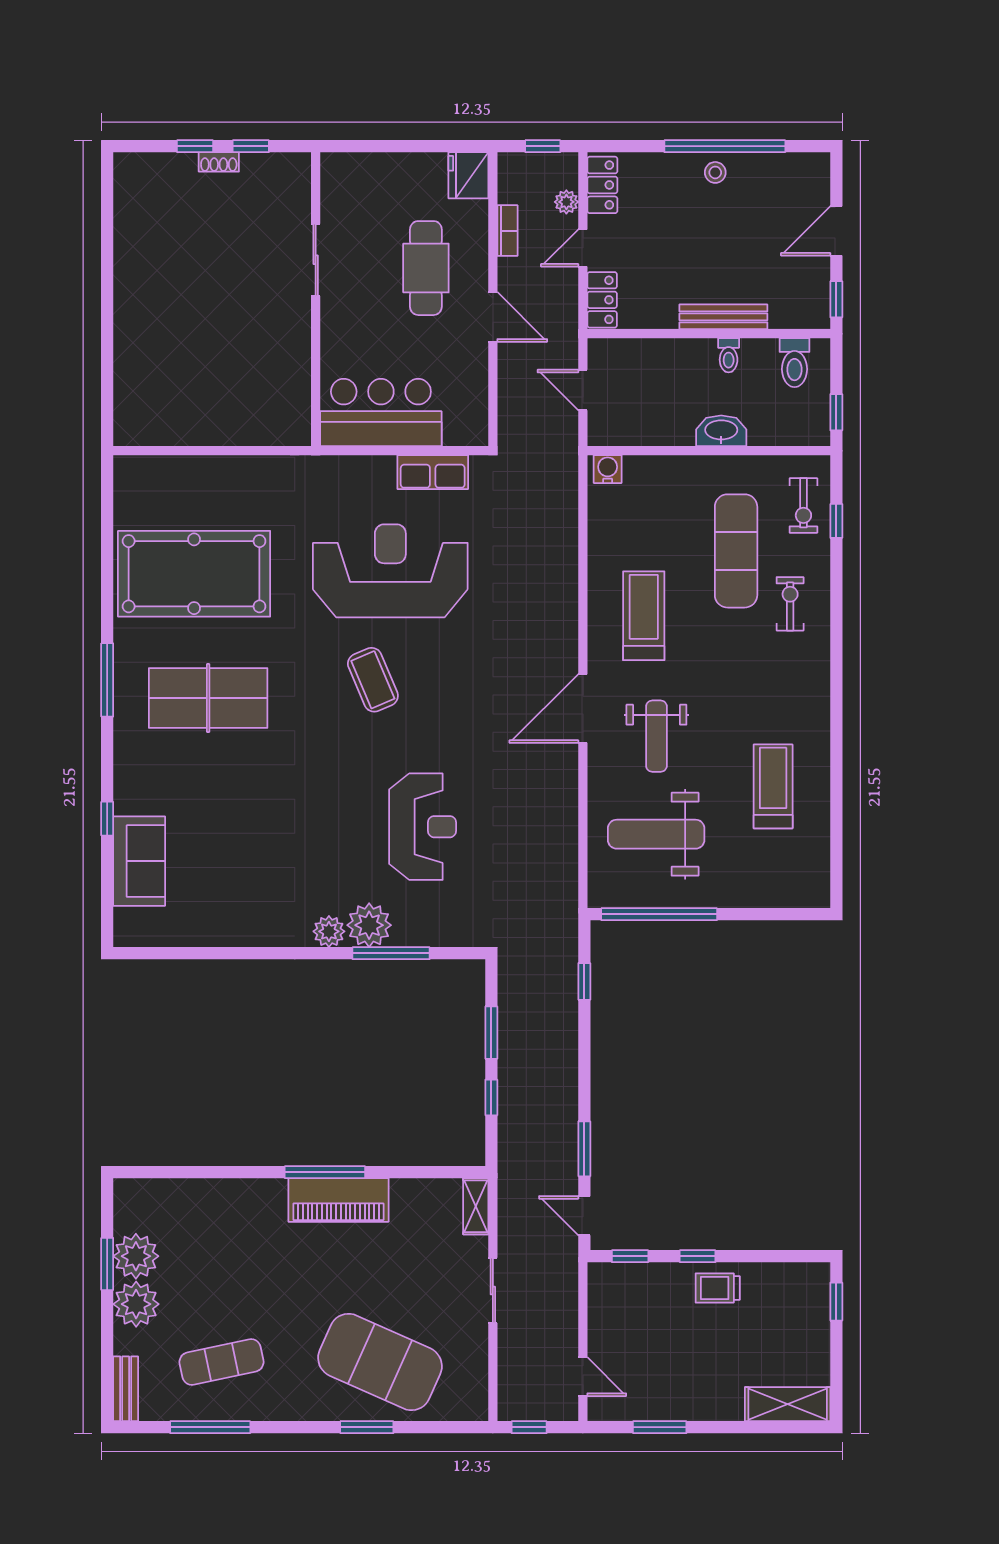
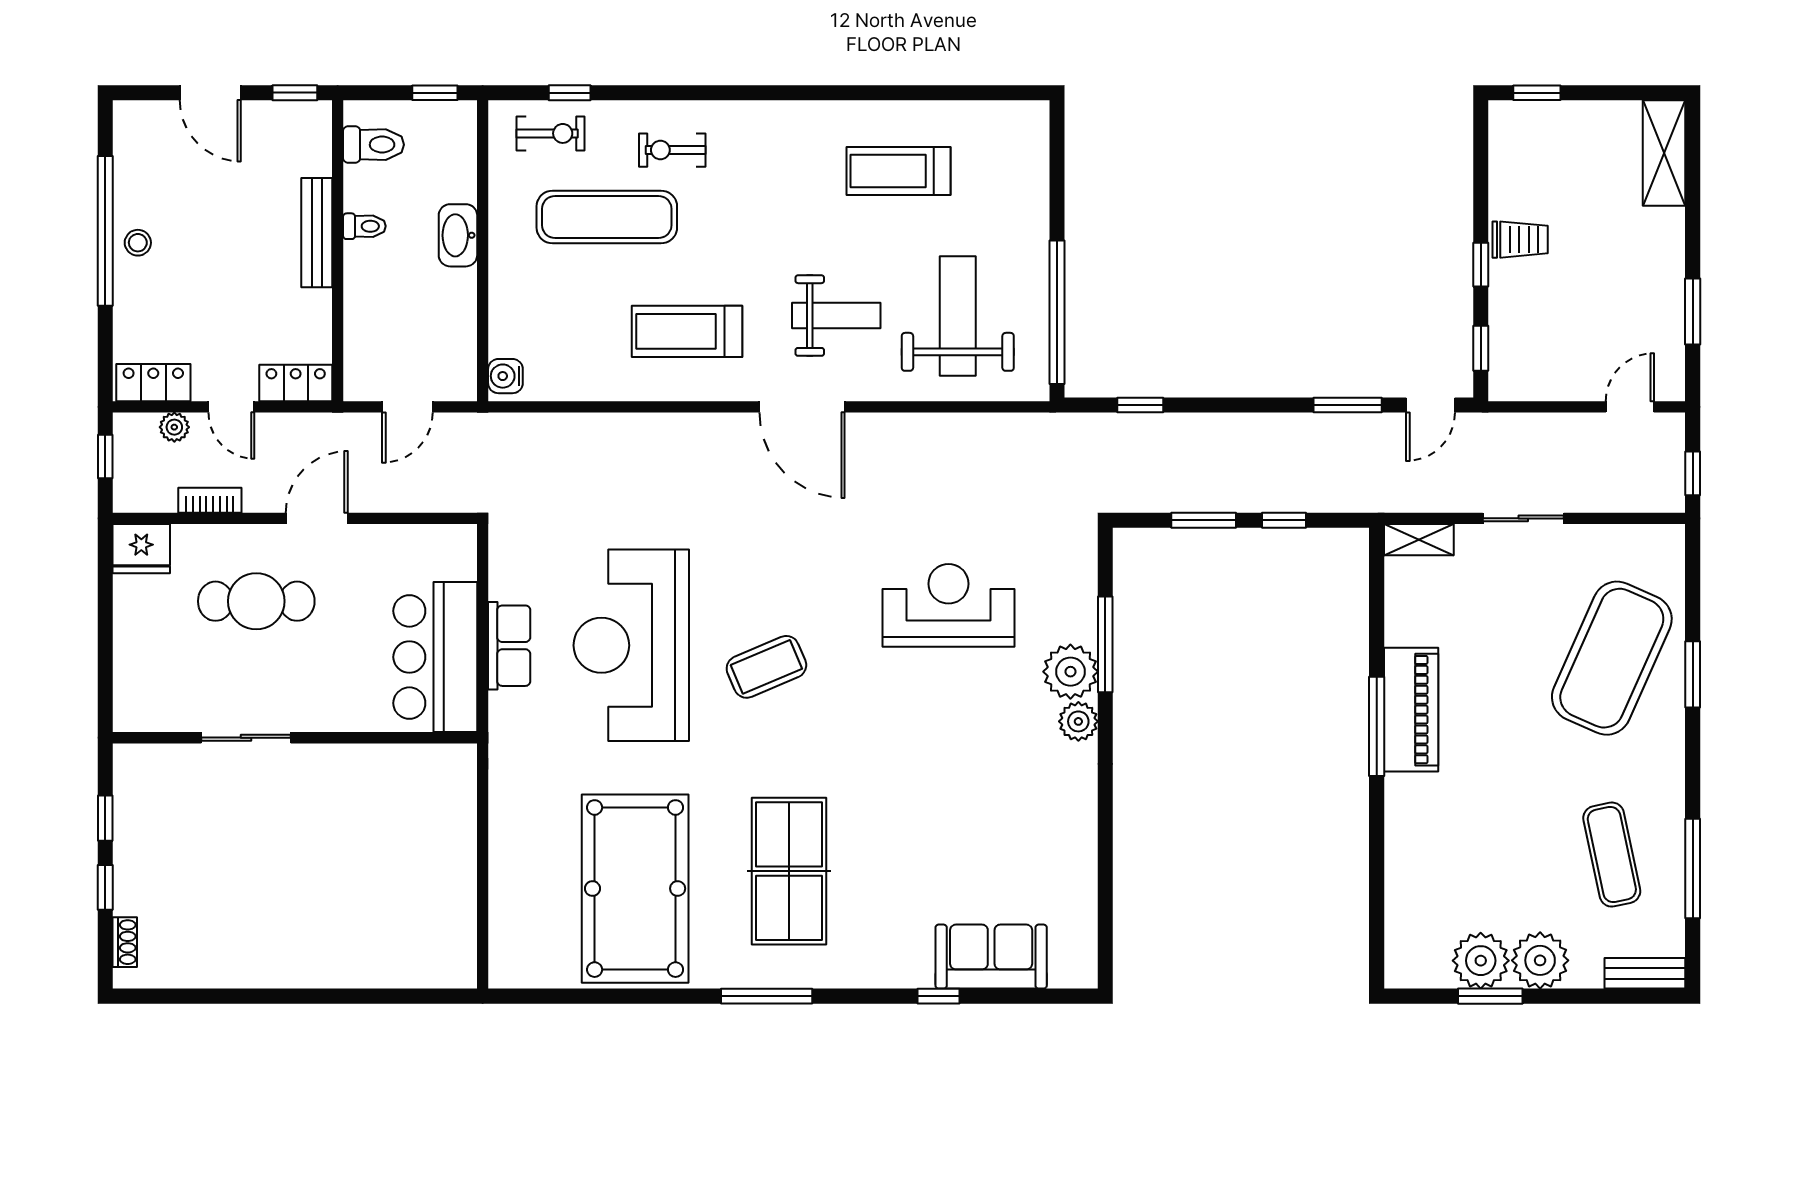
shoe rack: (219, 162) -> (125, 942), moved
row of seats: (433, 472) -> (509, 646), moved
weight bench: (656, 834) -> (958, 316), turned 180
trolley: (718, 1288) -> (1520, 240), turned -90

